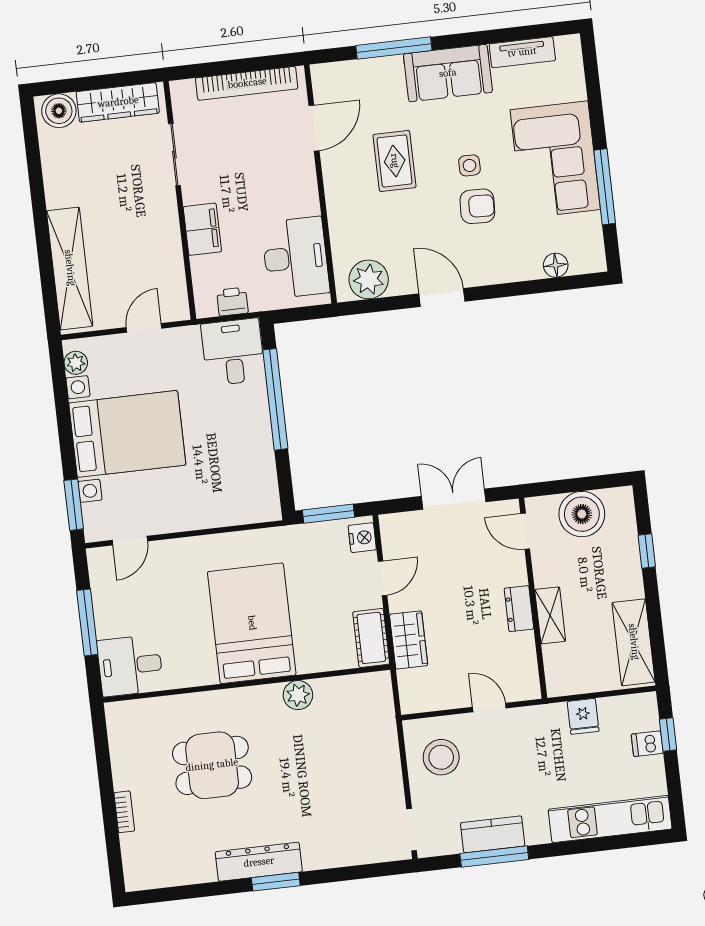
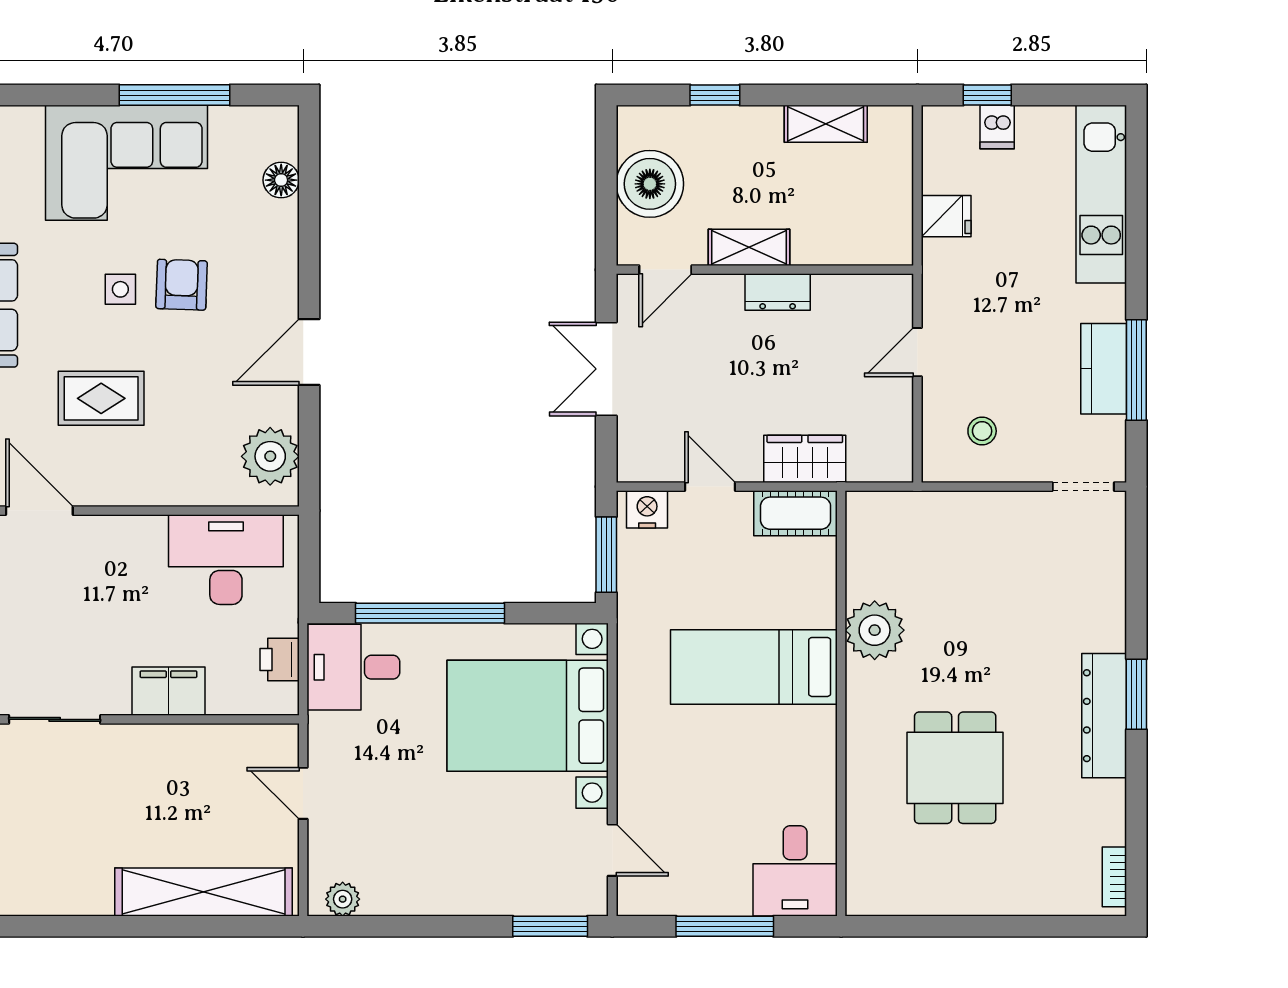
bed with nightstands: (127, 434) -> (528, 716), moved, turned -90
shelving: (550, 615) -> (749, 247), moved
bed: (252, 623) -> (754, 667), width x0.67
shelving: (634, 642) -> (826, 124), width x0.67, depth x0.75
plant: (298, 695) -> (875, 630), width x1.36, depth x1.36
stool: (441, 757) -> (982, 431), width x0.53, depth x0.53
bookcase: (124, 812) -> (1114, 877), moved, turned -90

